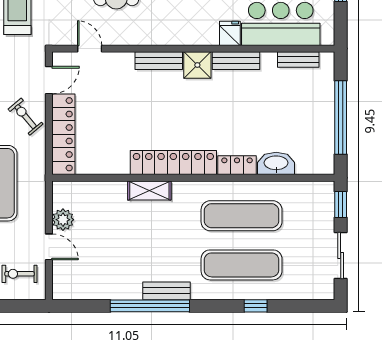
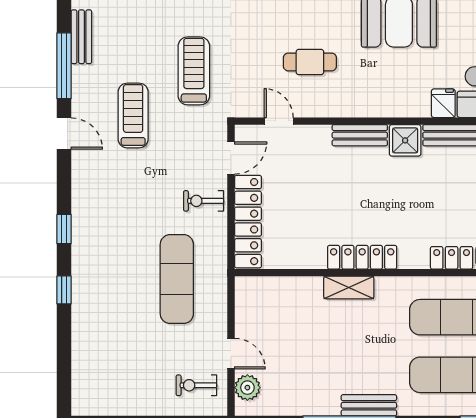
exercise bike: (26, 117) -> (204, 201), turned -50
locker: (173, 163) -> (362, 257), width x0.71, depth x0.83
plant: (63, 220) -> (247, 388), moved

